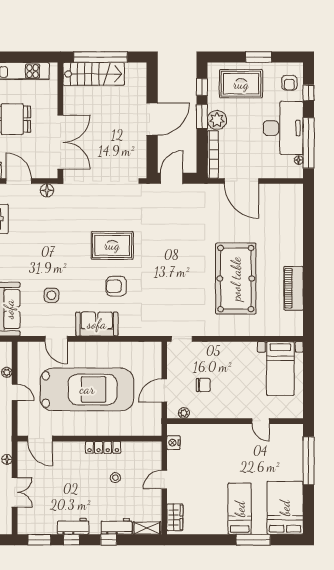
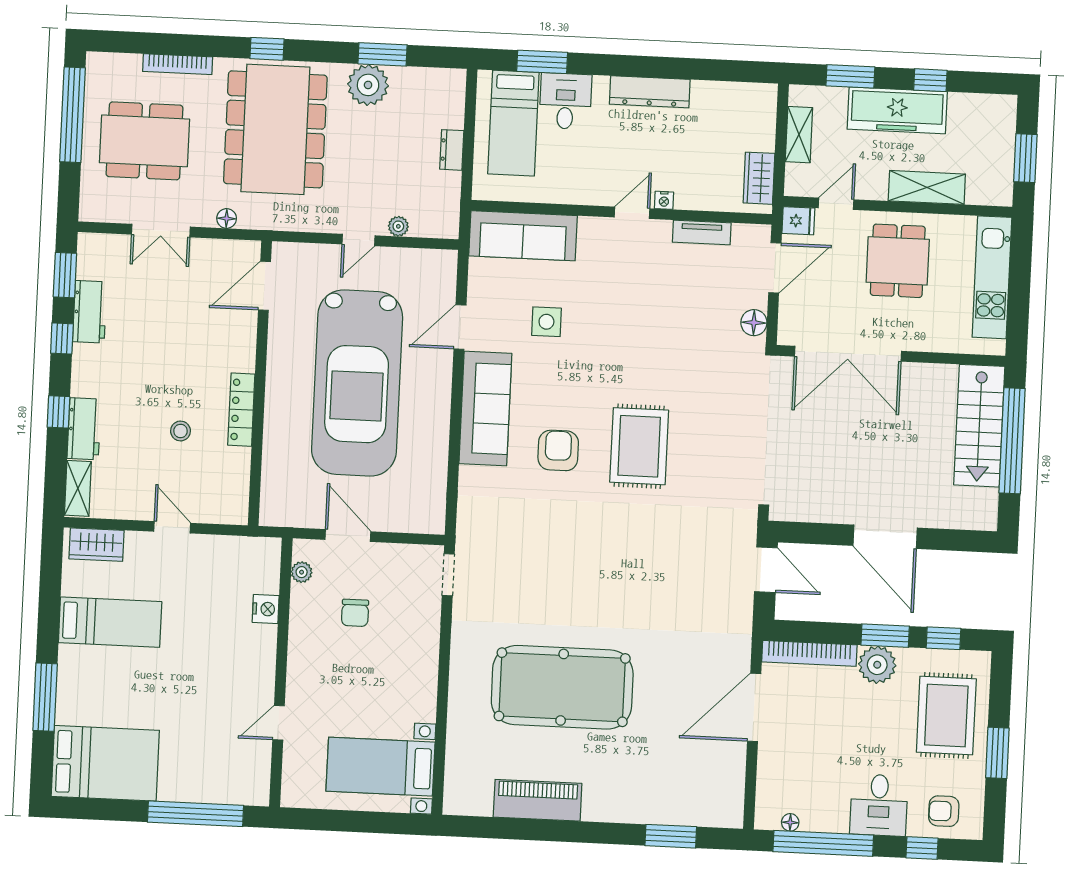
desk: (283, 128) -> (879, 805), width x0.53, depth x0.77
window: (309, 220) -> (671, 836), added
sofa: (97, 324) -> (485, 409), width x1.36
nightstand: (173, 443) -> (266, 609), moved, turned 90
bed: (240, 509) -> (110, 622), moved
workbench: (73, 526) -> (90, 312), moved

